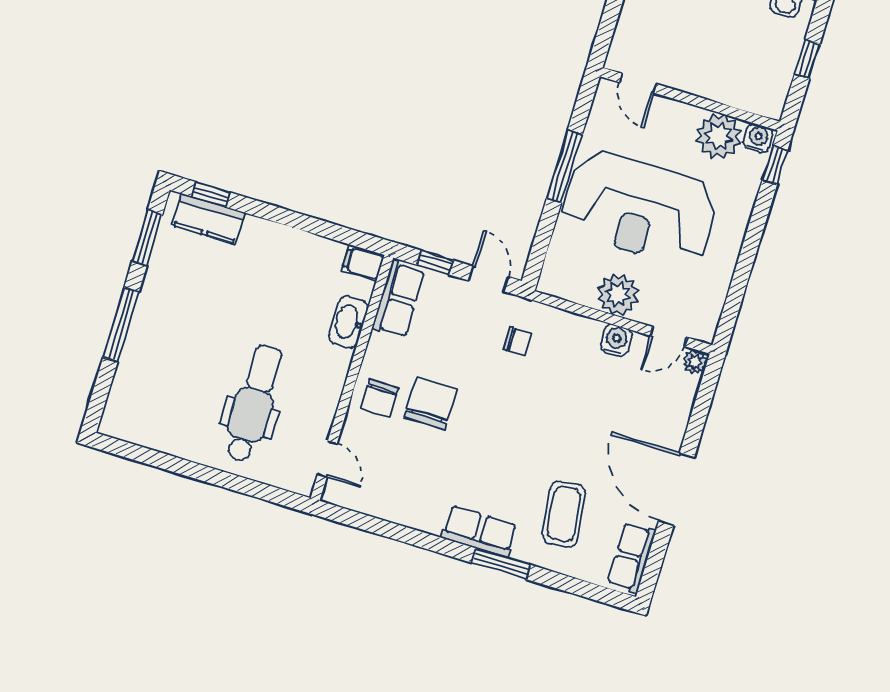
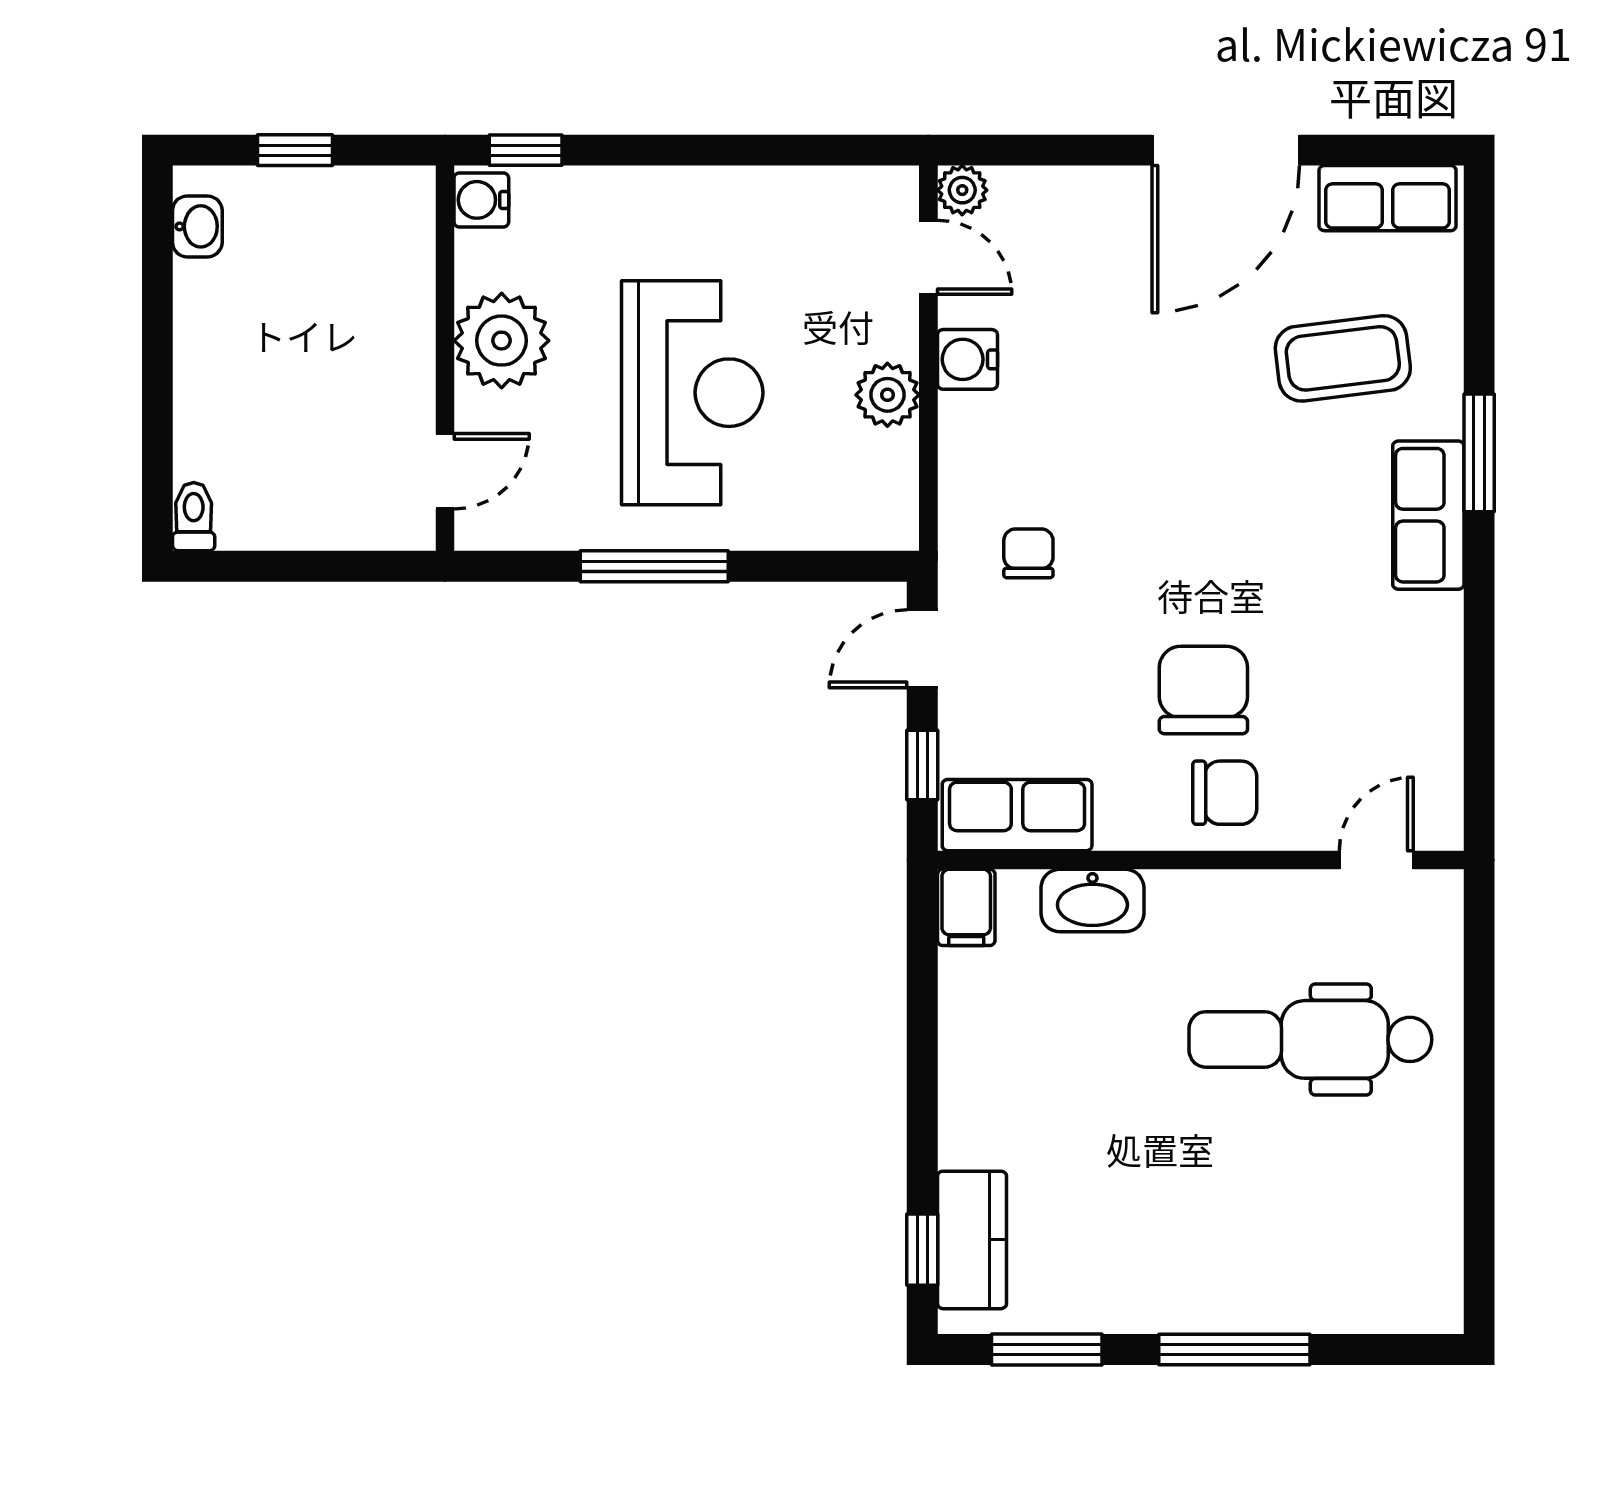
plant: (718, 136) -> (502, 341), moved
reception desk: (639, 209) -> (692, 393), width x0.74, depth x0.77
plant: (618, 295) -> (887, 395), width x0.73, depth x0.73
chair: (430, 403) -> (1203, 690), turned 90

